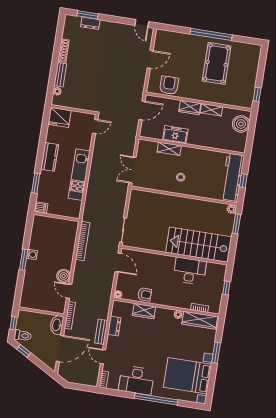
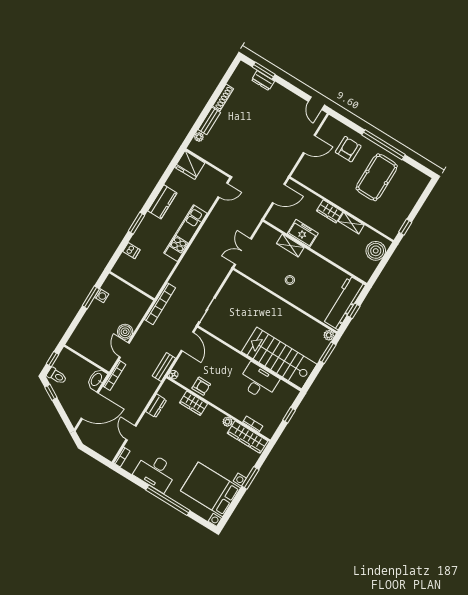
armchair: (169, 85) -> (348, 149), moved
wall: (56, 217) -> (132, 286), moved
bench: (101, 332) -> (164, 367), moved

